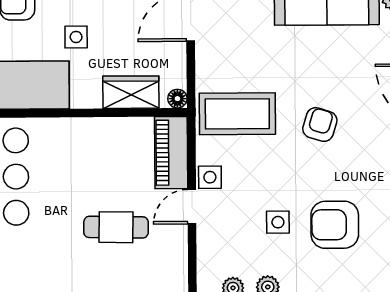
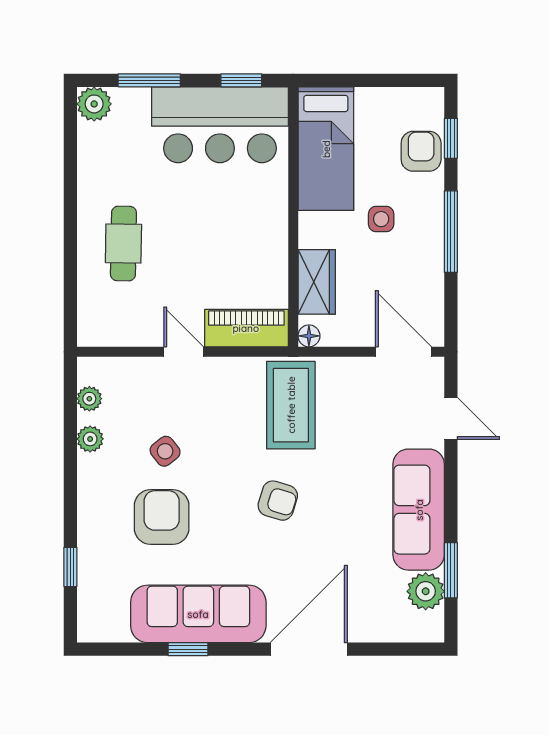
side table: (210, 177) -> (218, 373), removed
side table: (278, 222) -> (165, 451), turned -38
cafe table: (116, 227) -> (123, 244), moved

